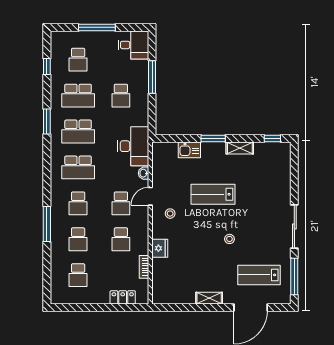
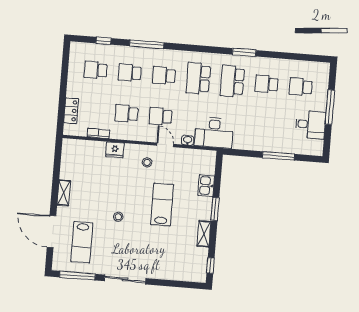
desk: (133, 45) -> (311, 125), moved, turned -90
window: (47, 66) -> (104, 41), moved
school desk: (78, 96) -> (267, 84), width x0.54
school desk: (121, 96) -> (263, 125), removed
lab bench: (259, 275) -> (82, 242), turned 180

